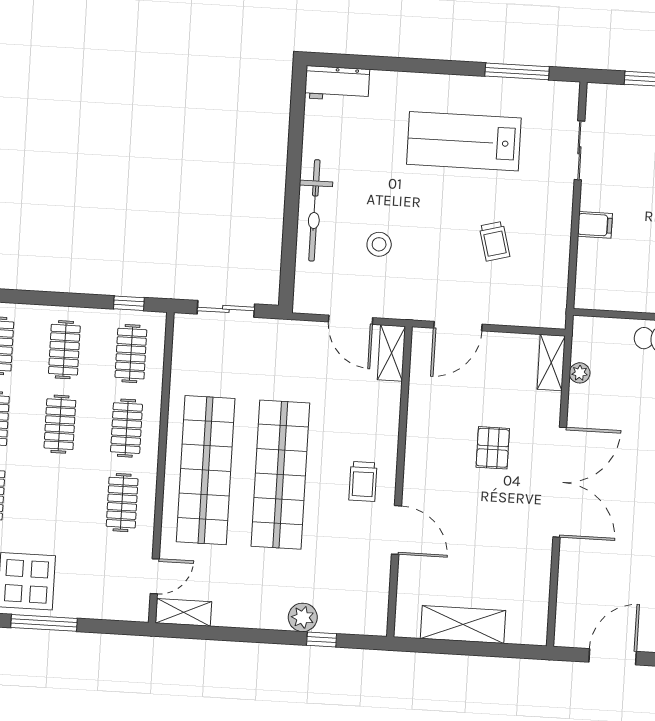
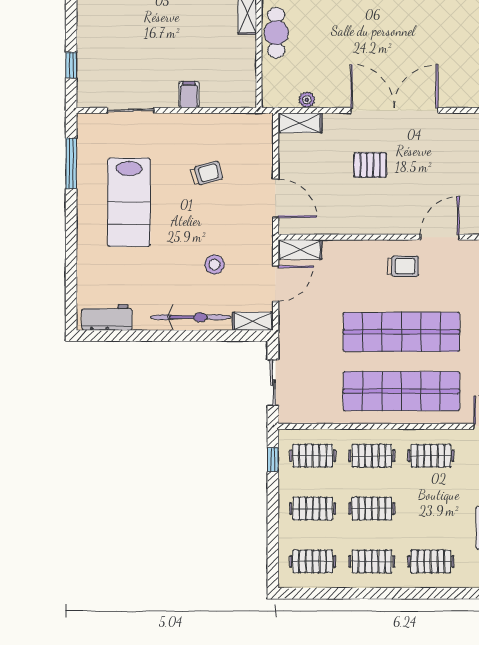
workbench: (337, 84) -> (107, 317), moved, turned -90
shelving: (305, 288) -> (253, 321), added

